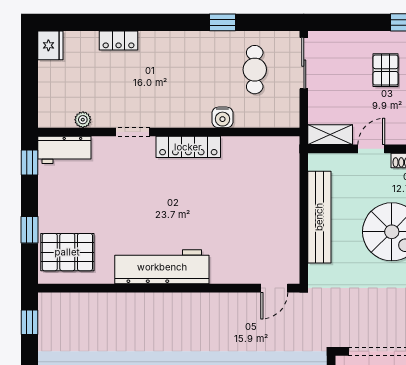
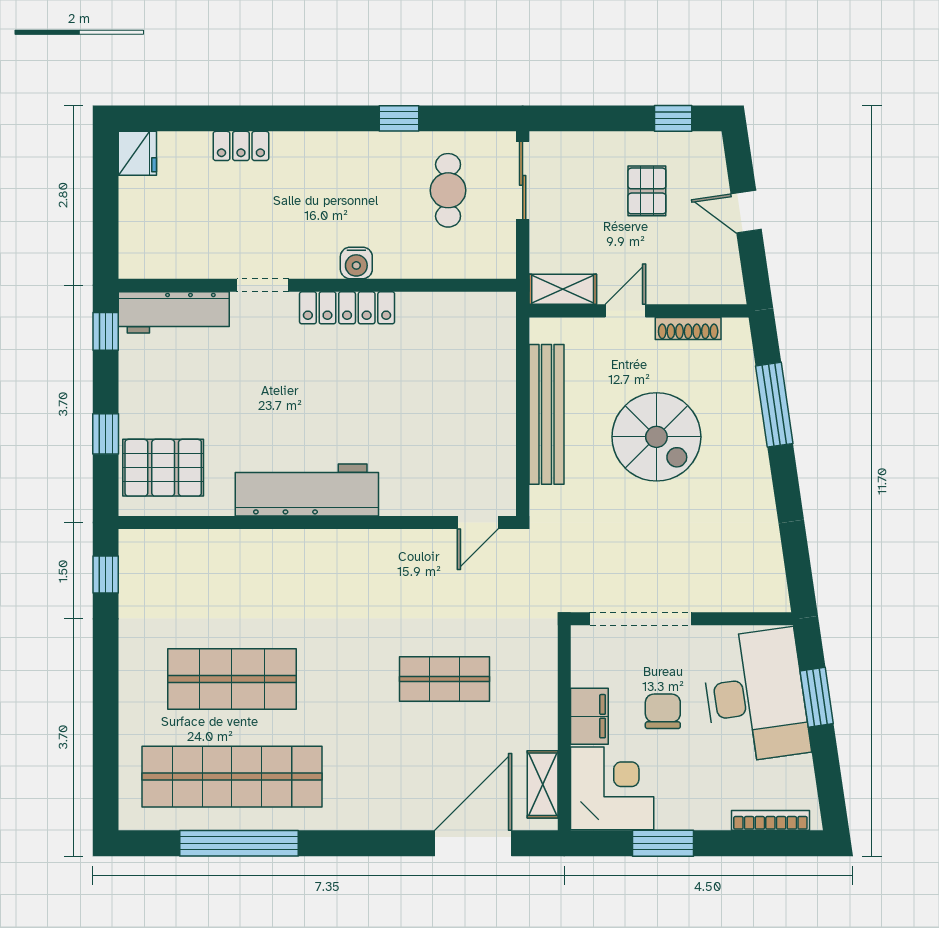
water cooler: (222, 117) -> (356, 263), moved
plant: (83, 120) -> (187, 266), removed
workbench: (64, 150) -> (174, 312), width x1.37

